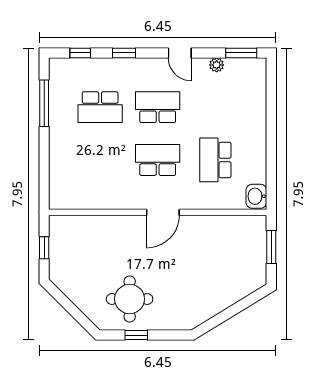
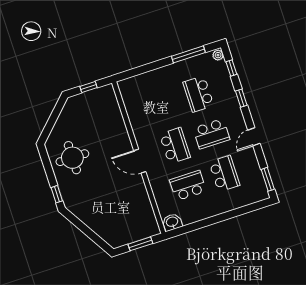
plant: (217, 65) -> (218, 55), moved
school desk: (158, 107) -> (211, 134), turned 90
school desk: (215, 107) -> (224, 174), added
window: (136, 335) -> (57, 194), moved

